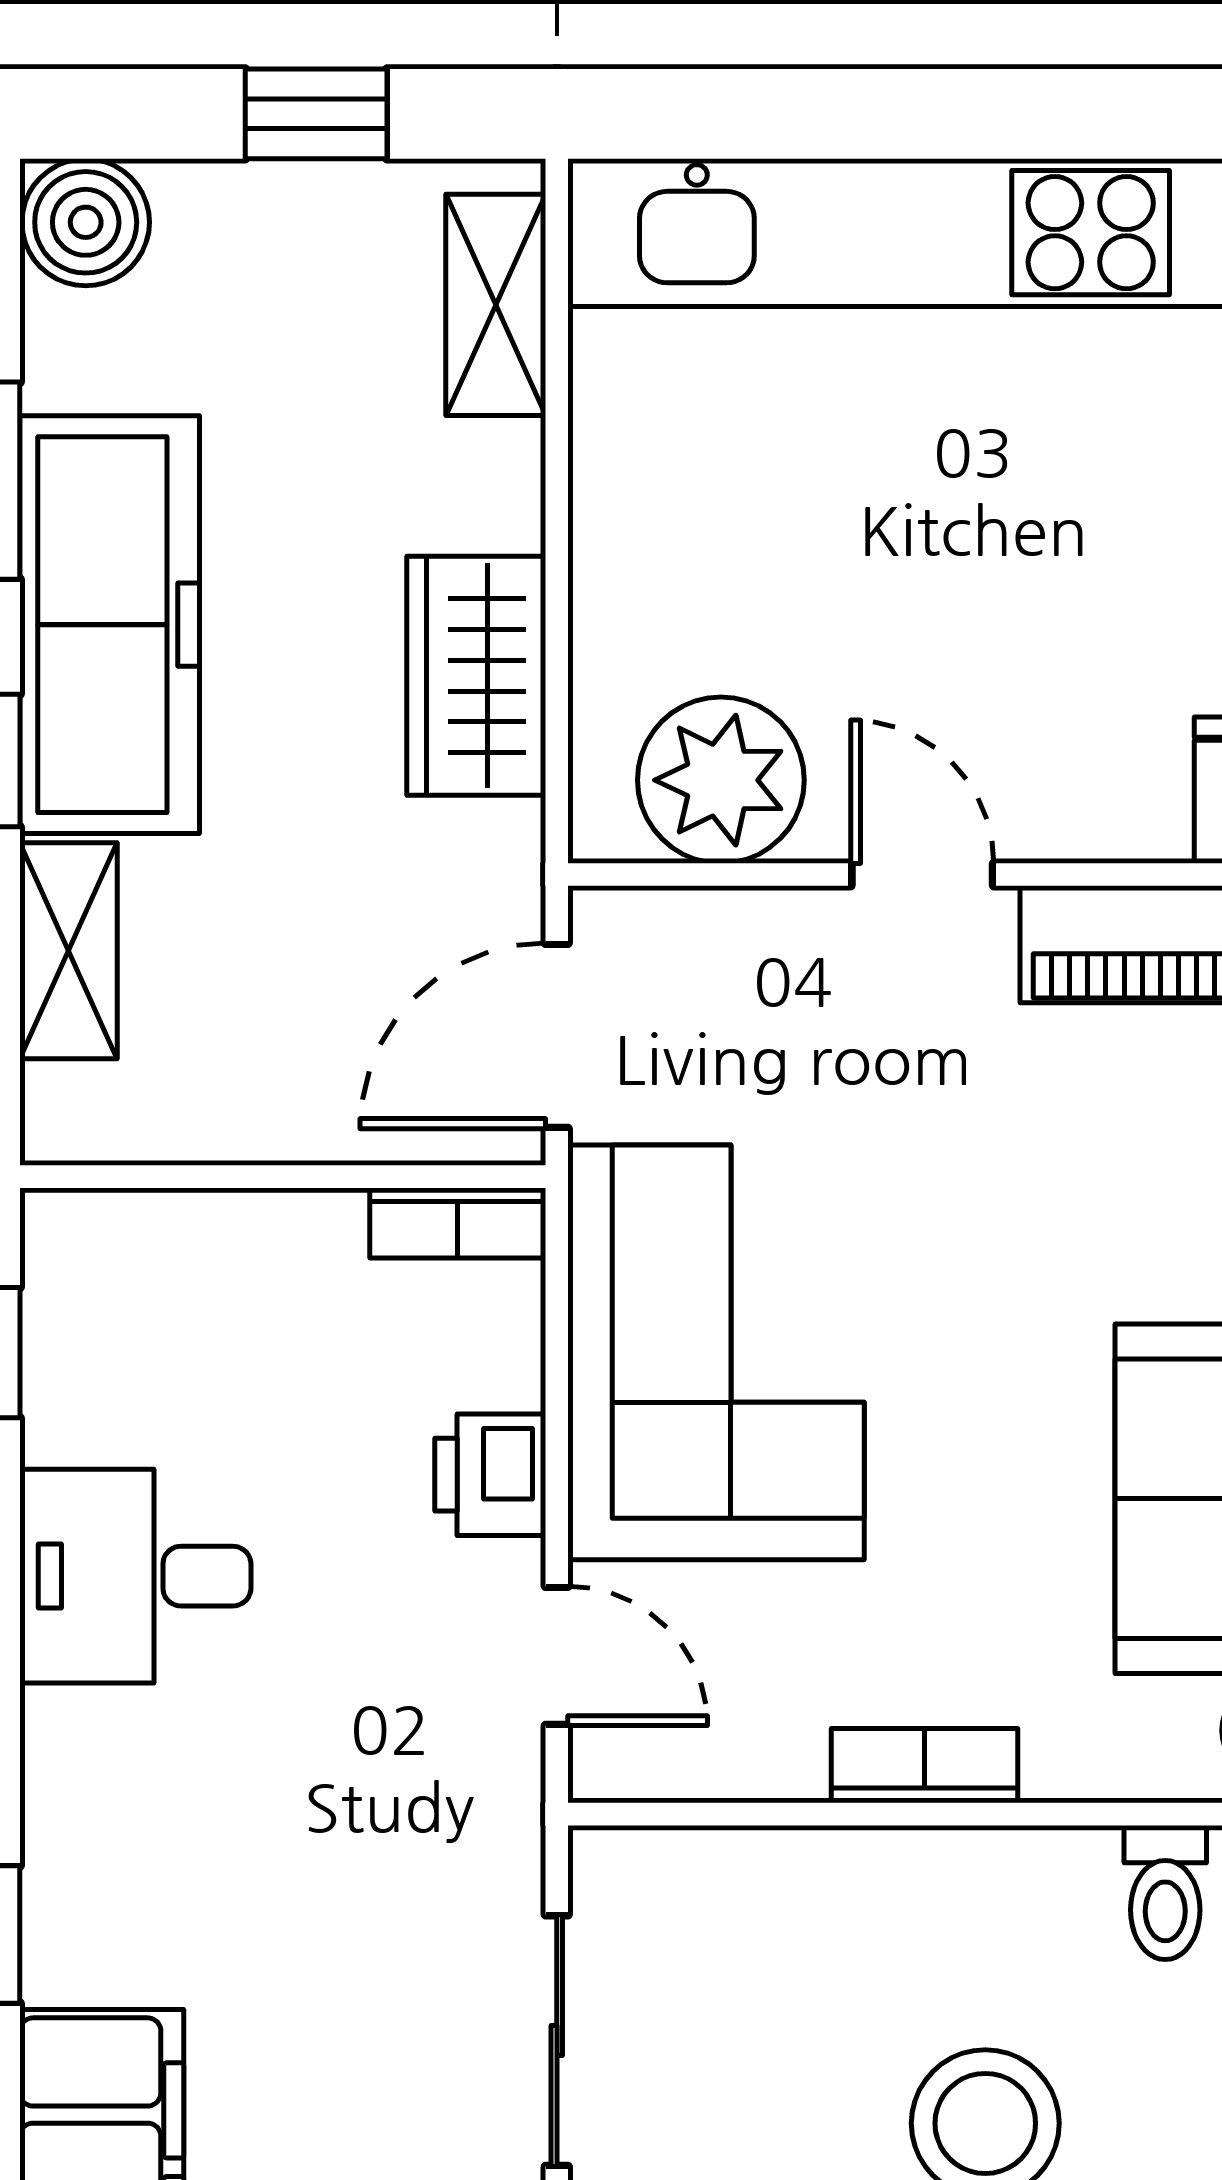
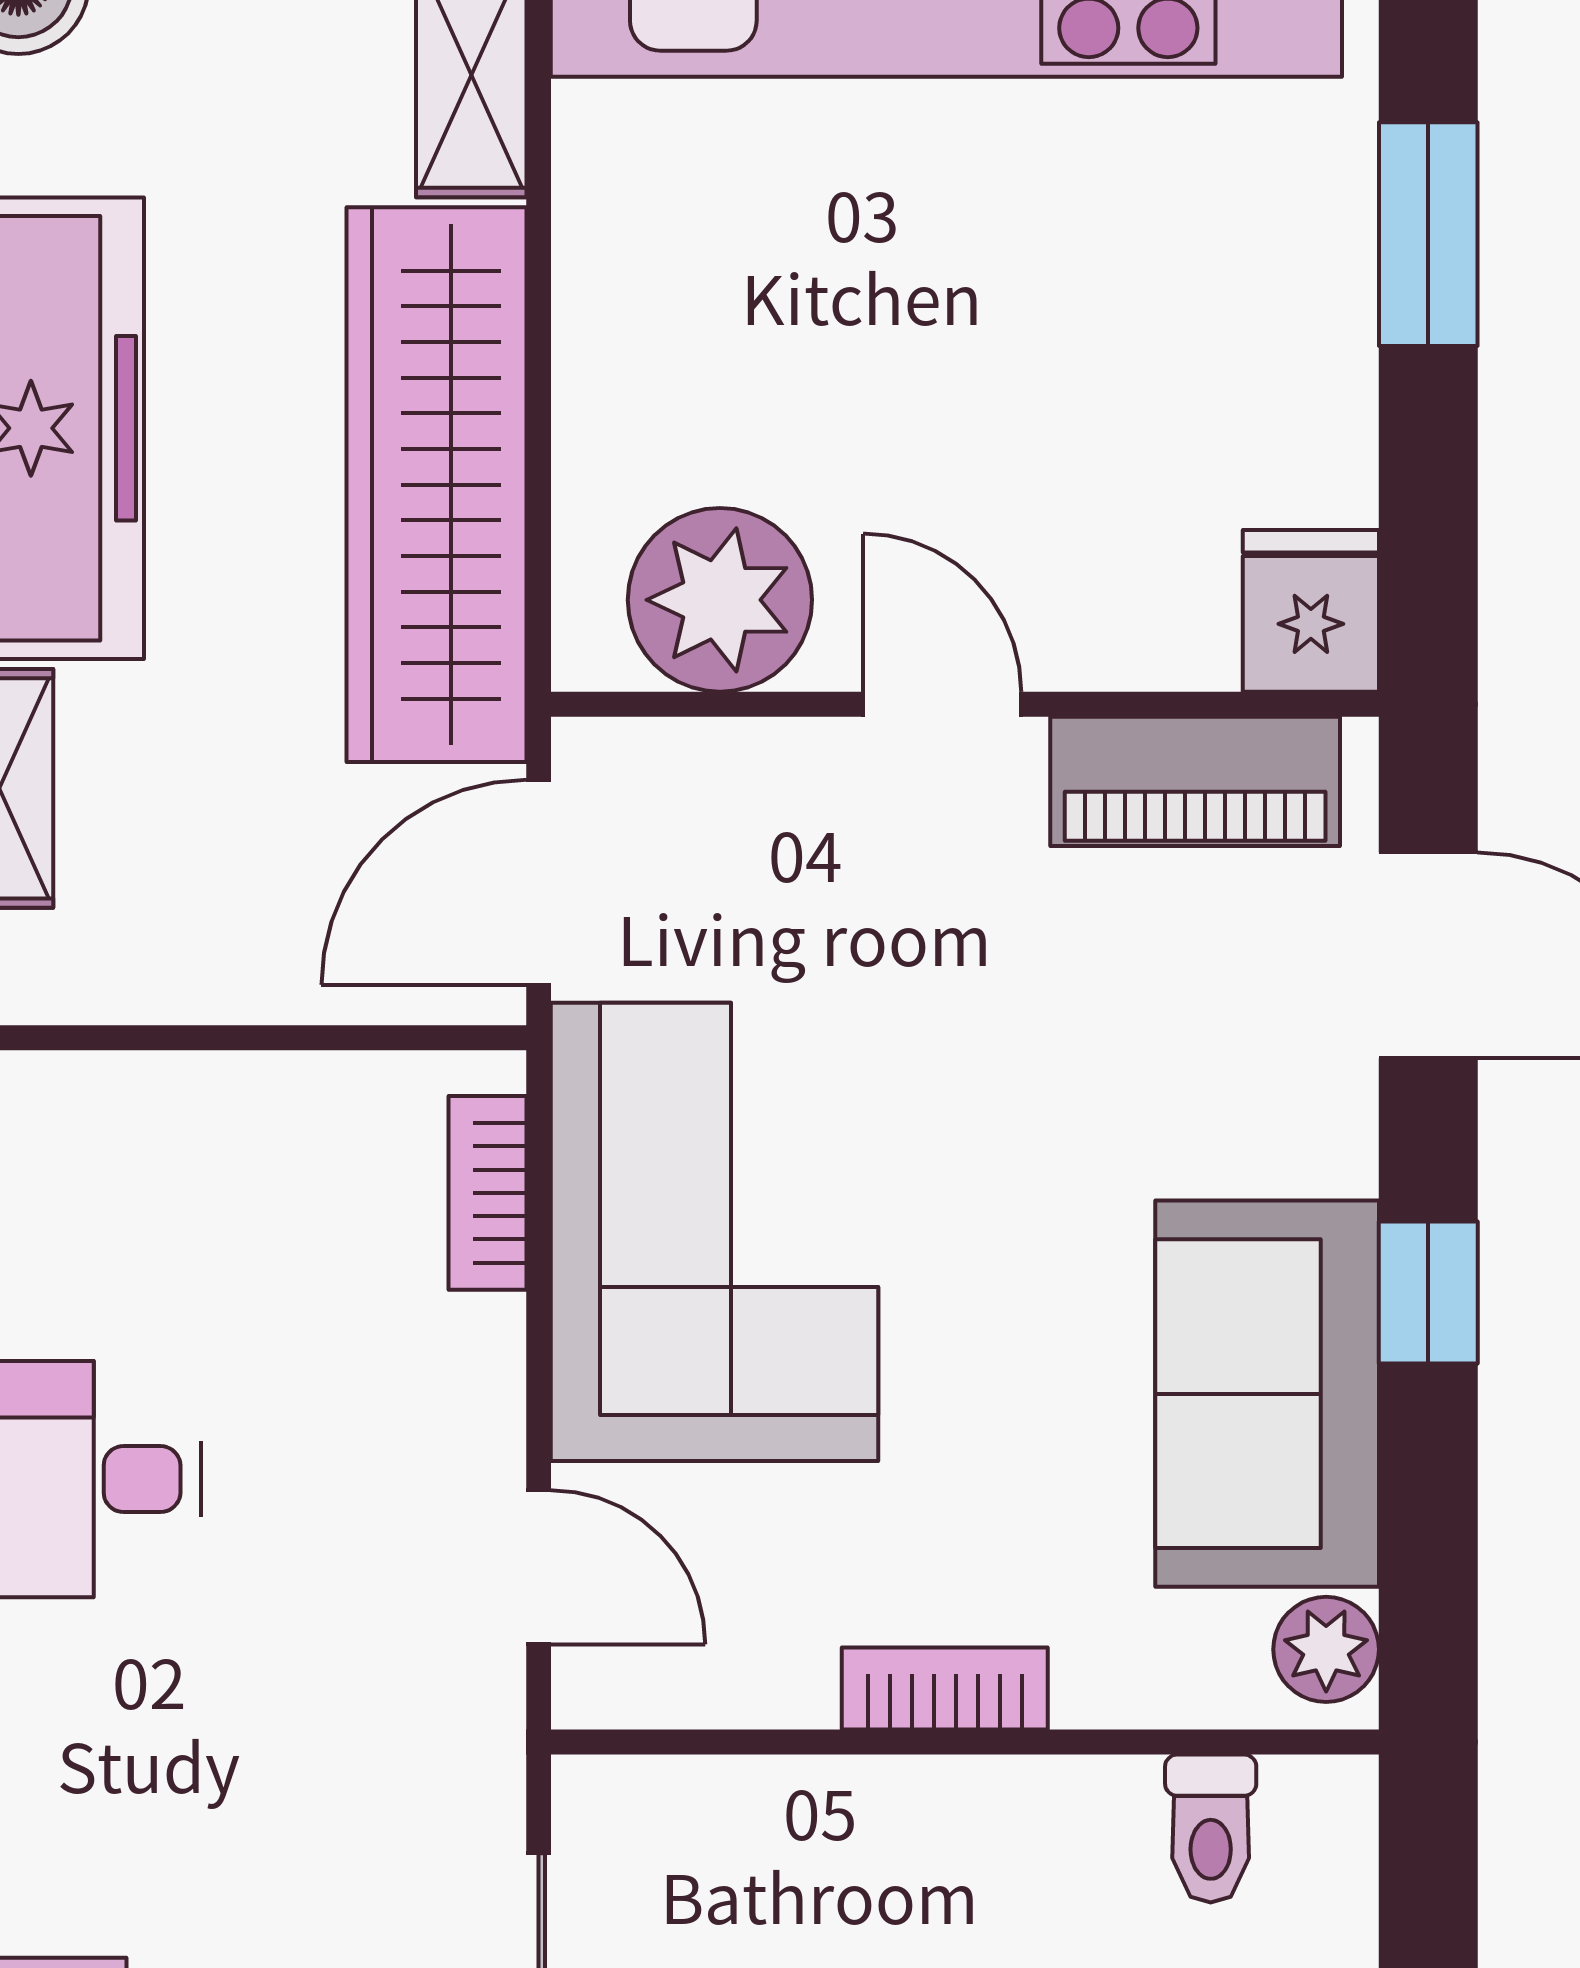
wardrobe: (476, 676) -> (436, 485), width x2.10, depth x1.17
bookcase: (458, 1223) -> (487, 1193), moved, turned 90
printer: (490, 1475) -> (465, 1367), removed

